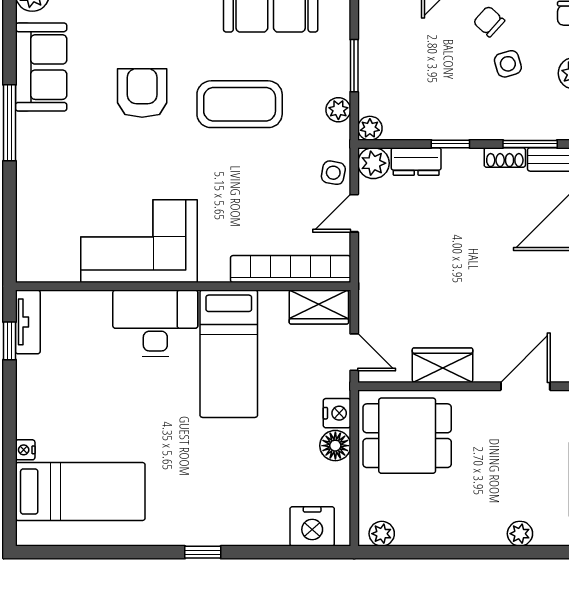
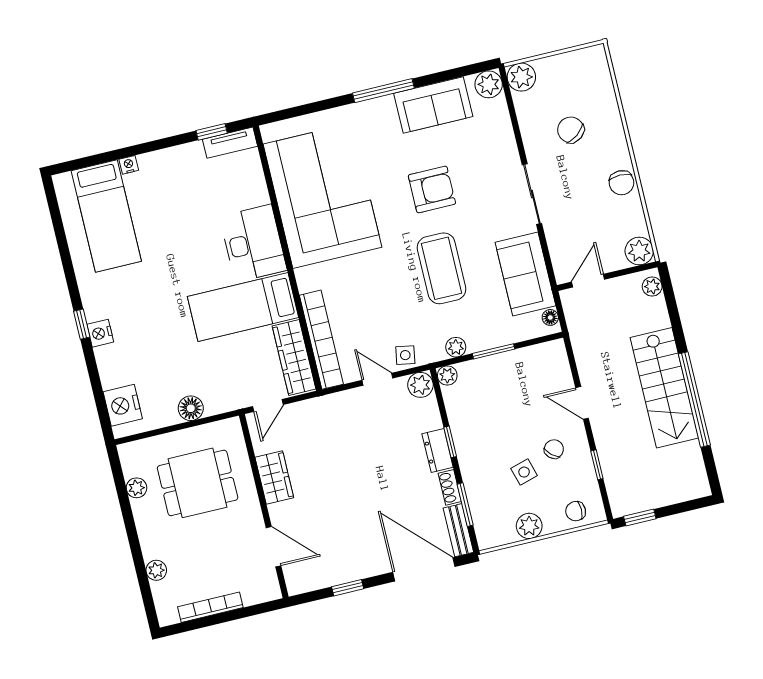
dresser: (416, 161) -> (438, 451), moved
corner sofa: (139, 241) -> (322, 196), width x1.36, depth x1.36
wardrobe: (319, 307) -> (294, 358), width x1.50
nightstand: (337, 413) -> (100, 333), moved, turned 90
dining table: (407, 436) -> (198, 483), moved, turned 90
plant: (382, 534) -> (136, 488), moved

